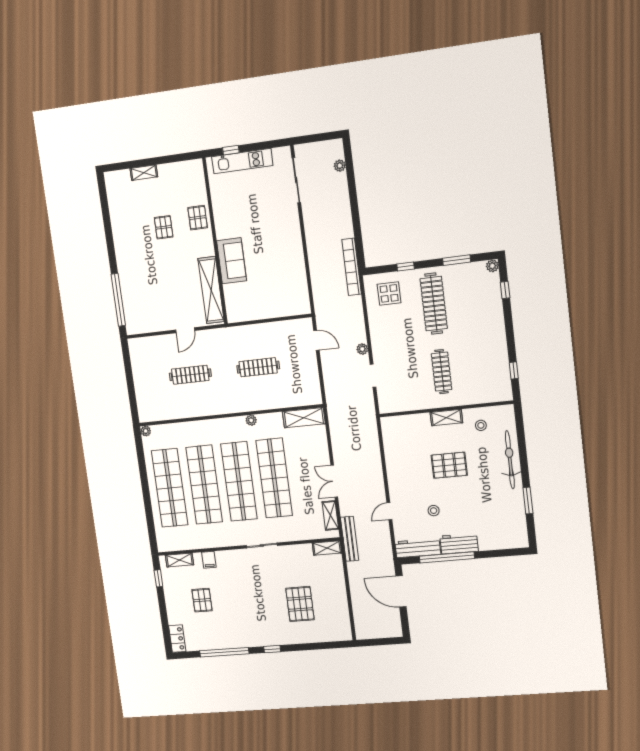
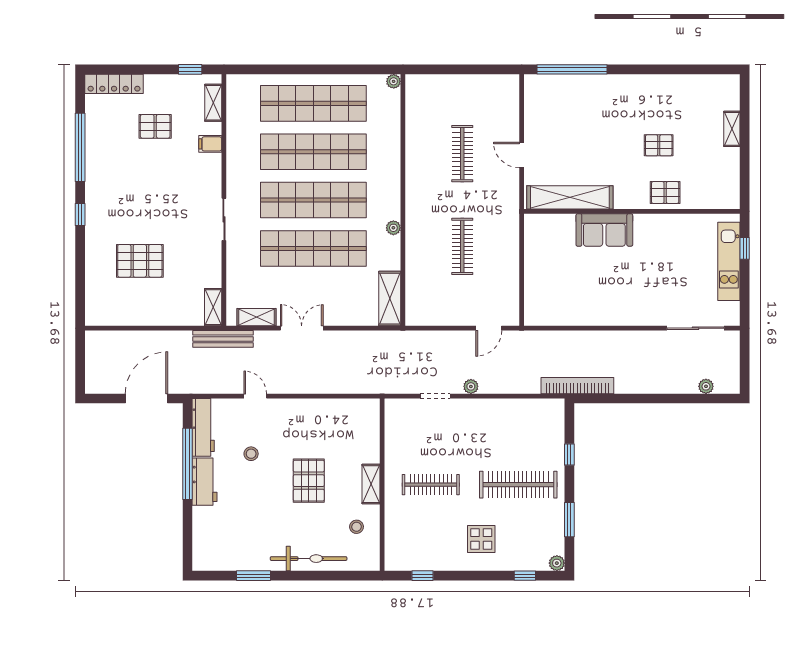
display table: (389, 293) -> (481, 539), moved
locker: (177, 639) -> (114, 84), width x1.53

